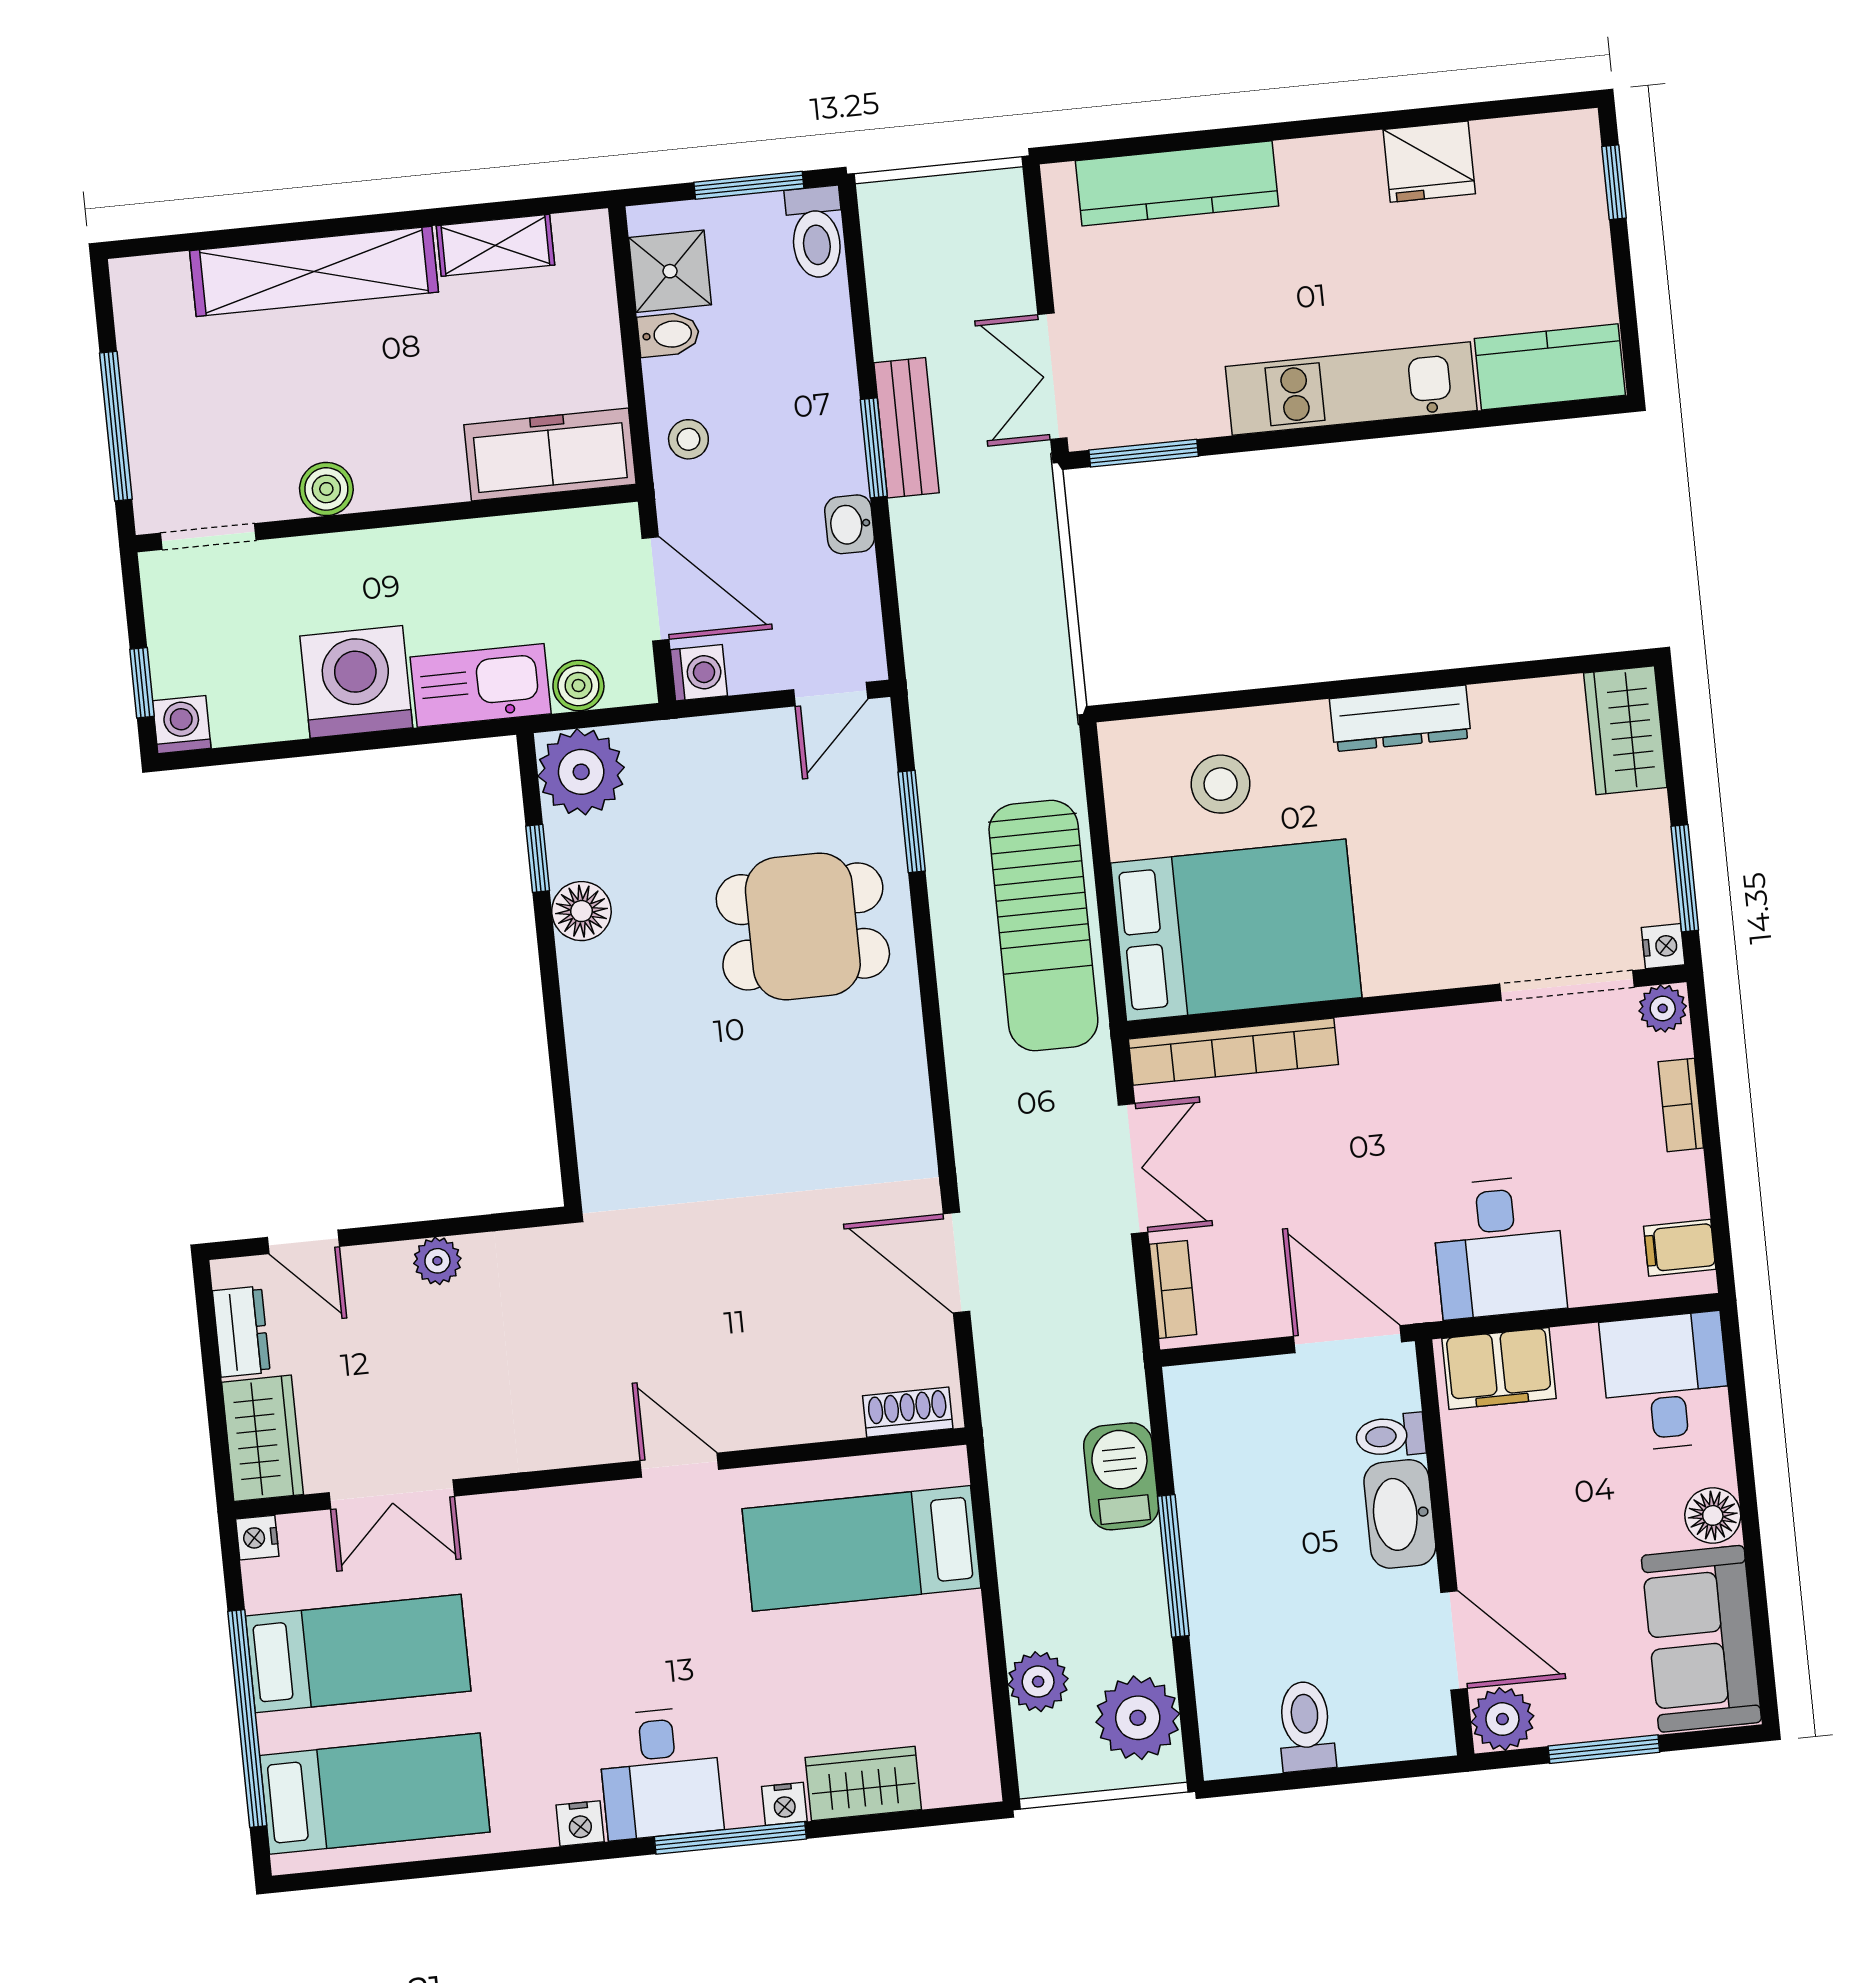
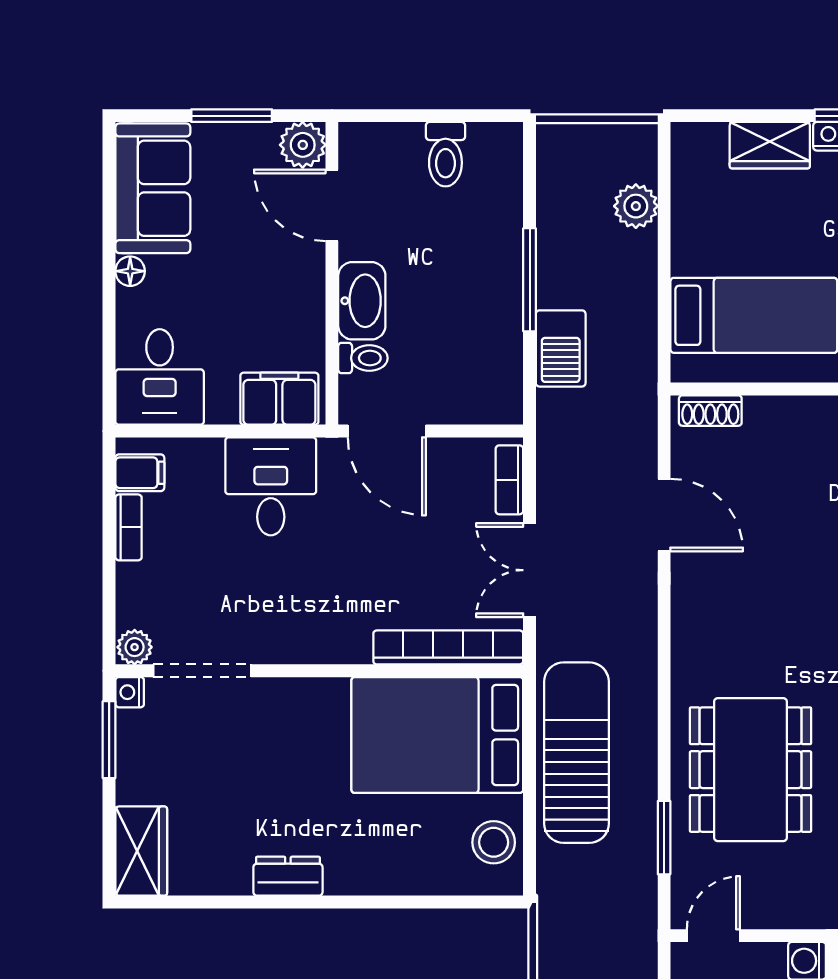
dresser: (1400, 718) -> (288, 876), width x0.70
stool: (1221, 784) -> (494, 842), moved
dining table: (803, 926) -> (751, 770), width x1.38
bookcase: (1681, 1105) -> (129, 527), moved
floor lamp: (1713, 1515) -> (130, 271), width x0.73, depth x0.73
plant: (1138, 1718) -> (566, 173), removed

